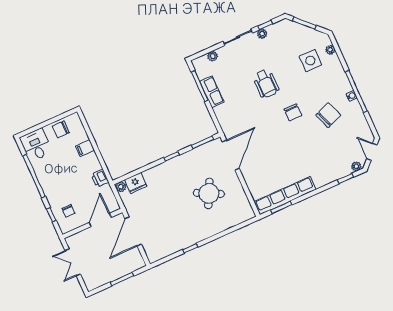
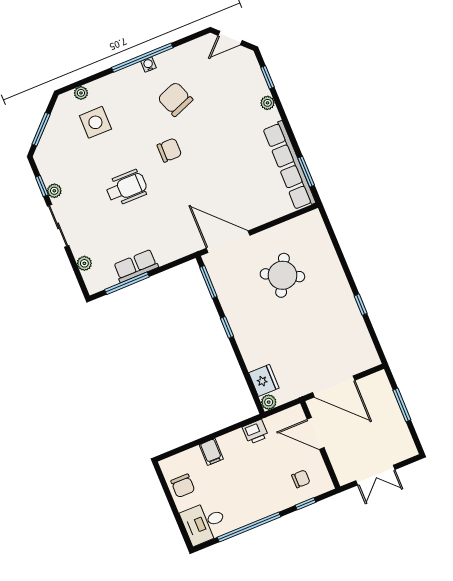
plant: (356, 166) -> (268, 103), moved

